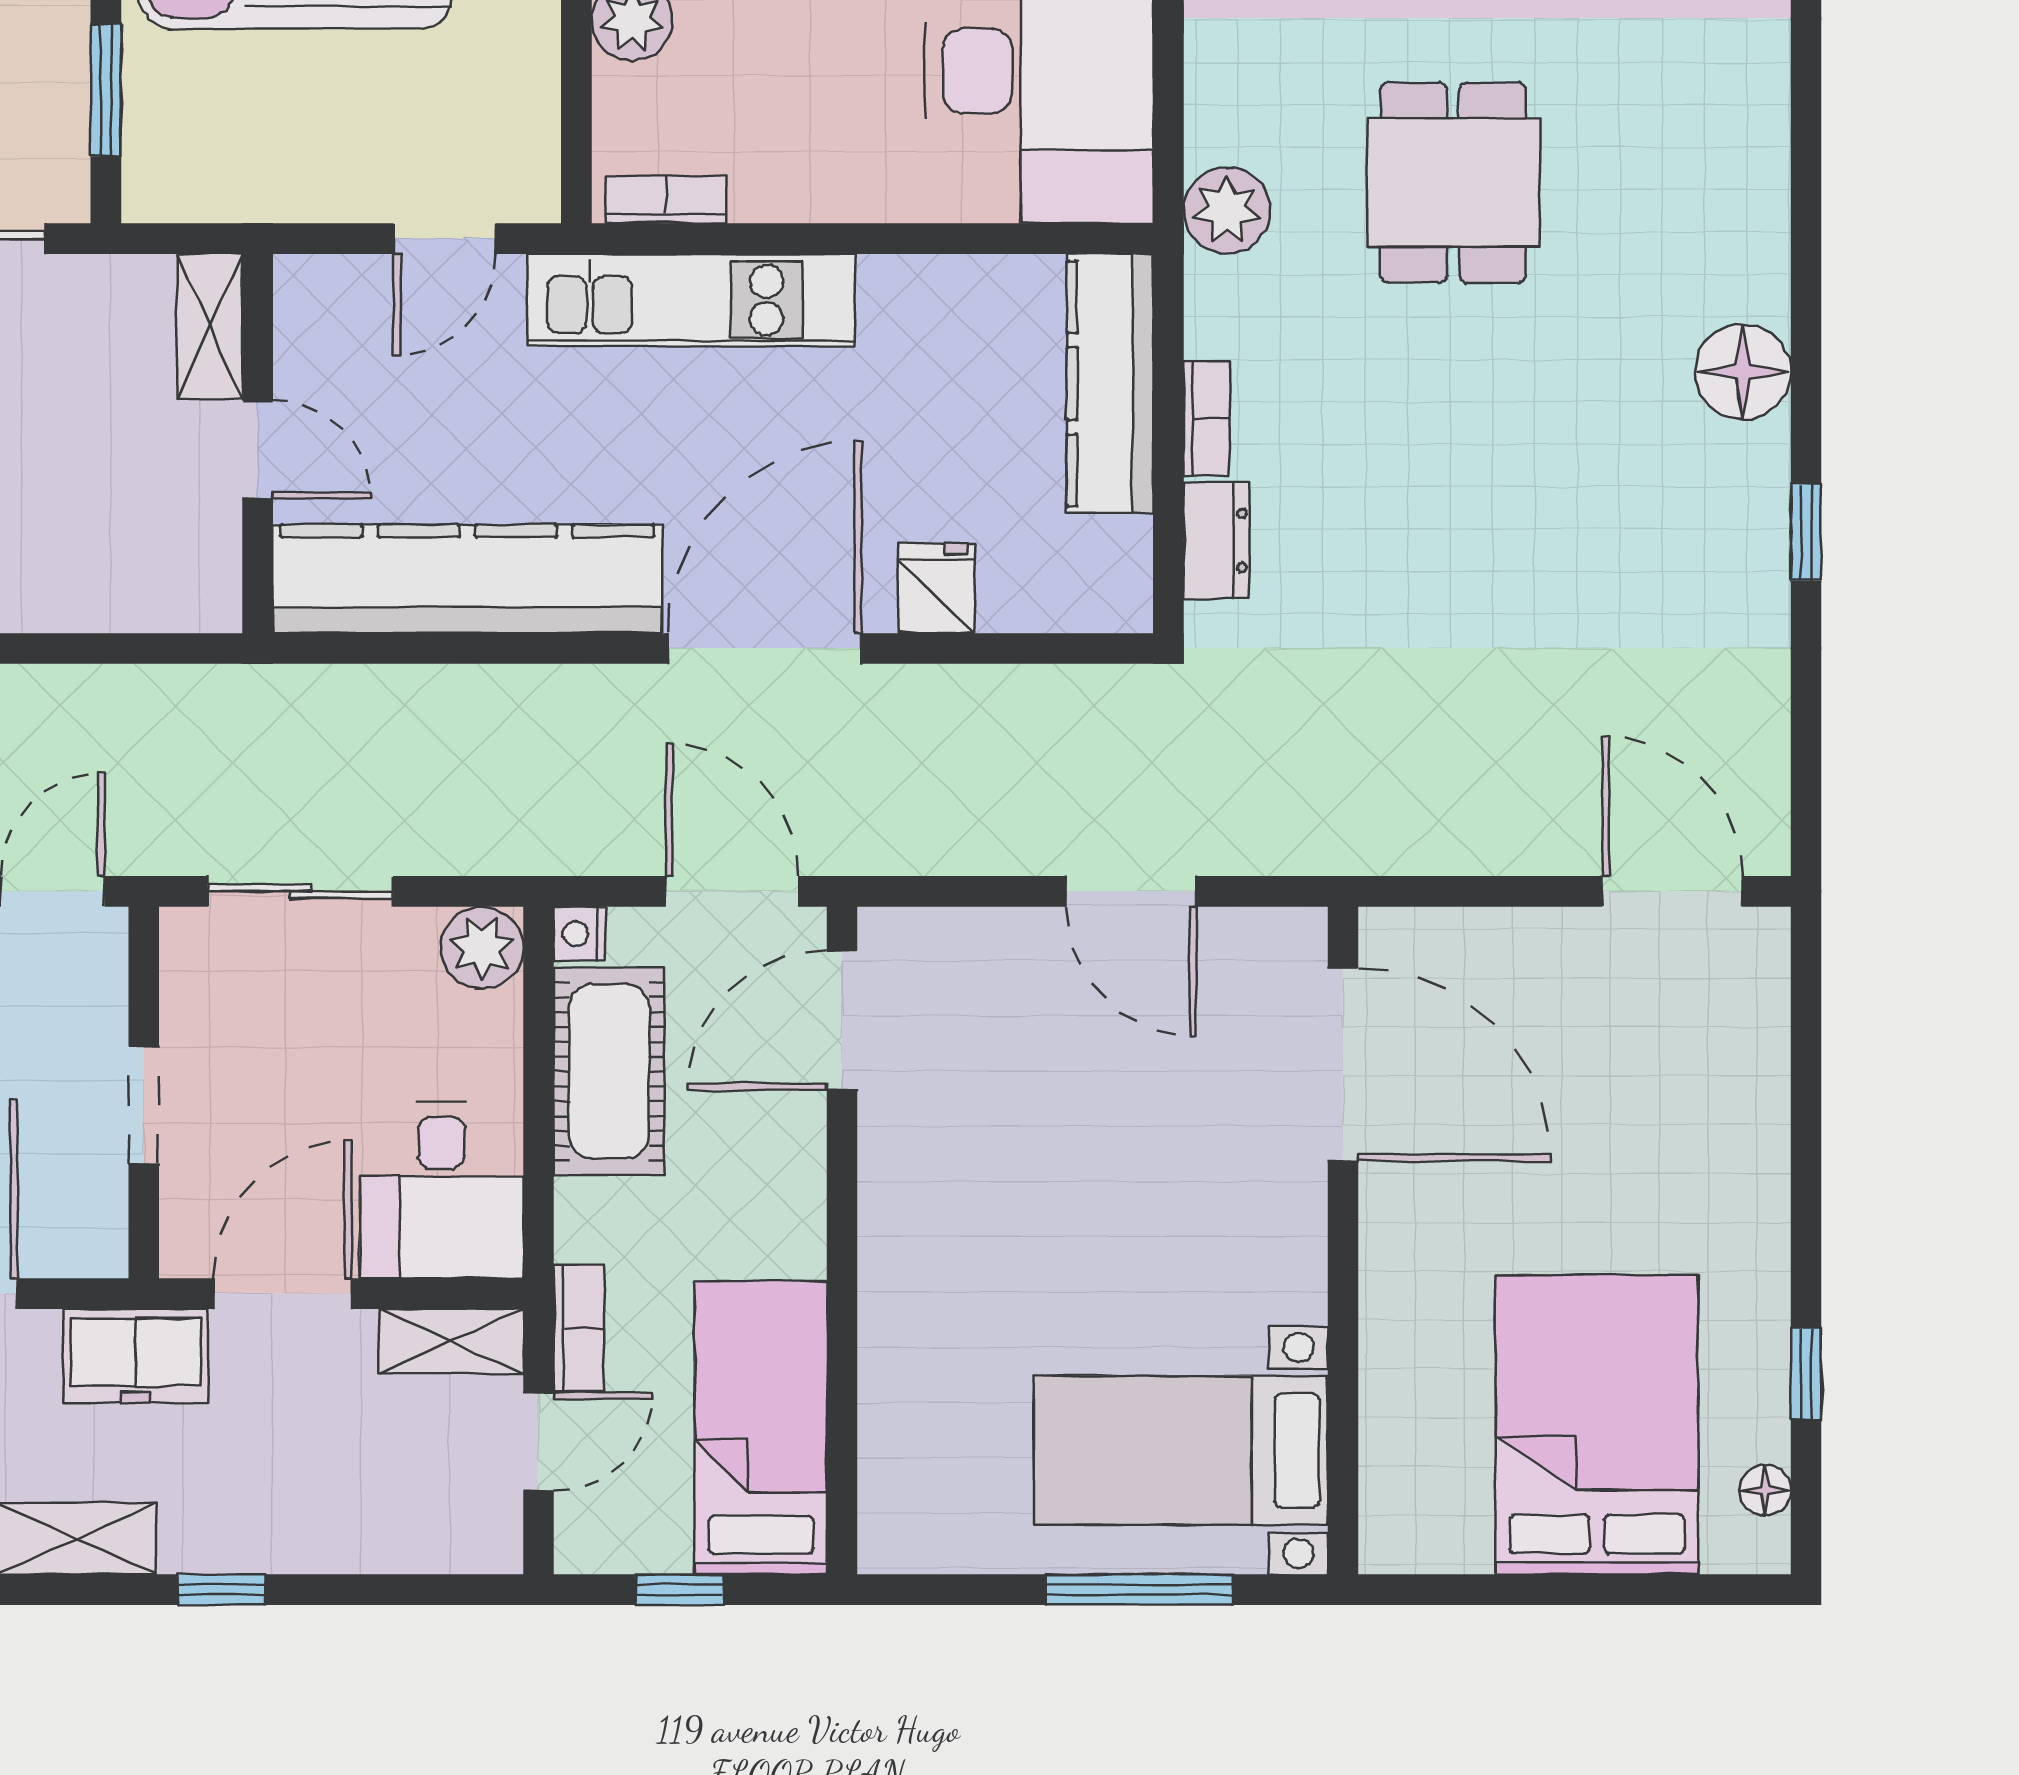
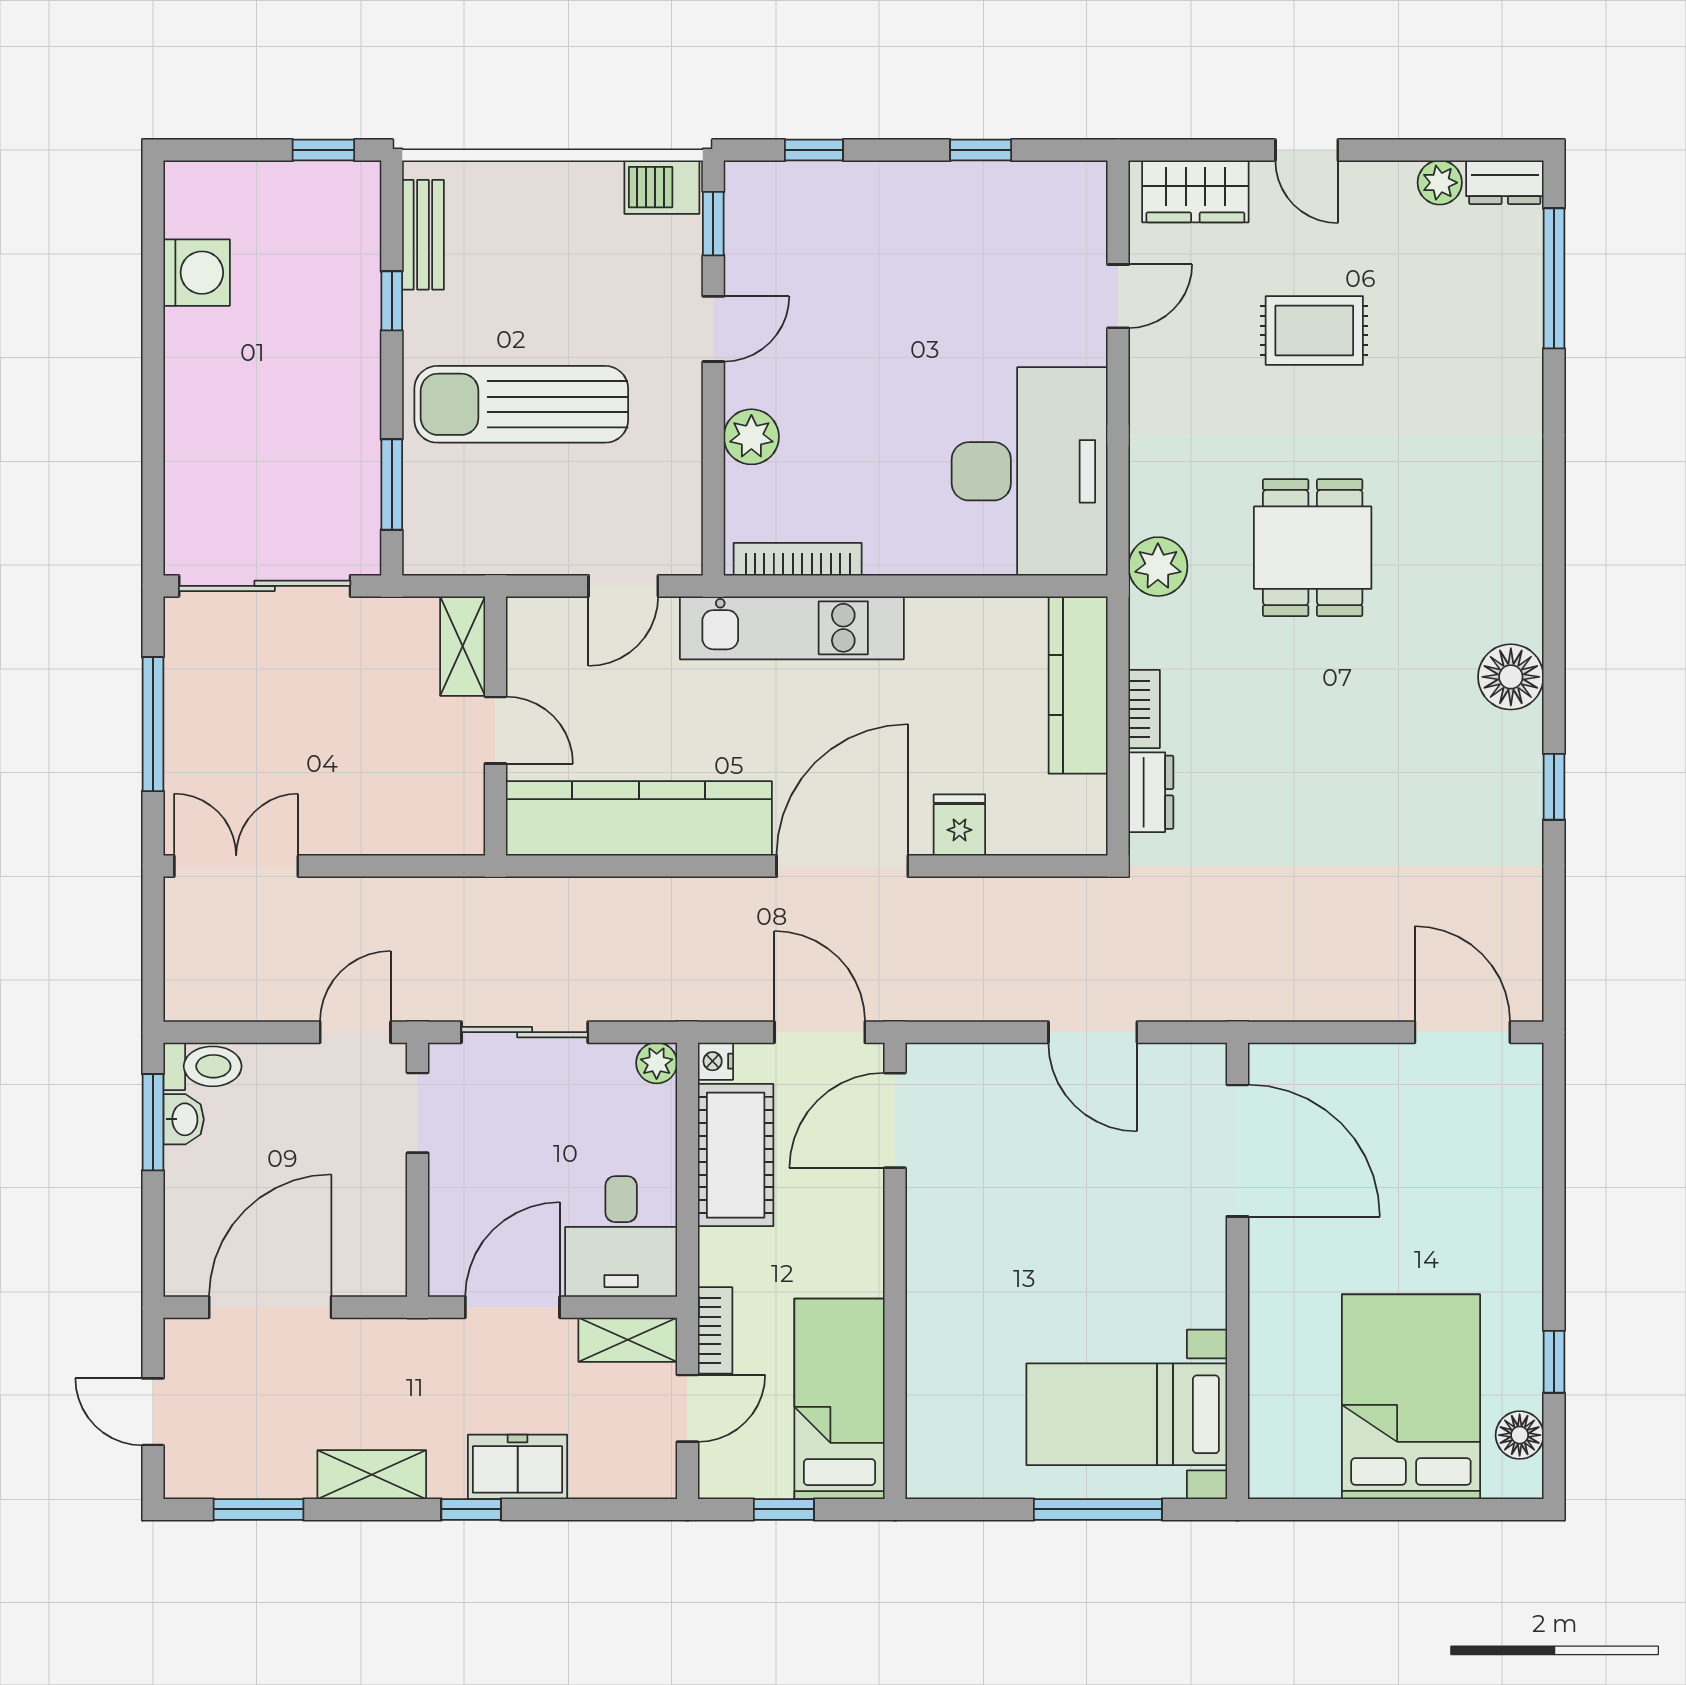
bookcase: (666, 199) -> (798, 559), width x1.56
plant: (482, 948) -> (657, 1063), width x0.73, depth x0.73
doorway: (144, 1105) -> (418, 1113), moved
freezer: (136, 1356) -> (518, 1467), moved, turned 180
floor lamp: (1765, 1490) -> (1520, 1435), width x1.37, depth x1.37

